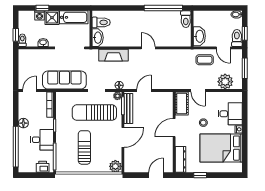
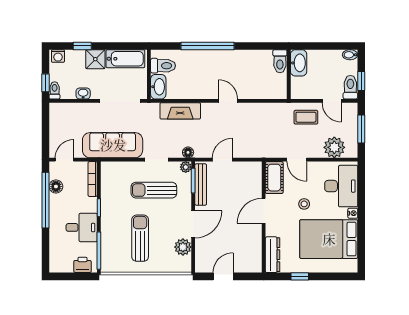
window: (163, 8) -> (207, 46), moved
washing machine: (39, 15) -> (58, 56), moved
washbasin: (199, 36) -> (299, 63), moved
sun lounger: (94, 113) -> (154, 190), width x0.73, depth x0.75
desk: (230, 114) -> (341, 186), width x1.37
floor lamp: (23, 123) -> (56, 186), moved
window: (16, 147) -> (46, 200), moved
plant: (115, 166) -> (183, 247), moved
door: (156, 175) -> (223, 276), moved

